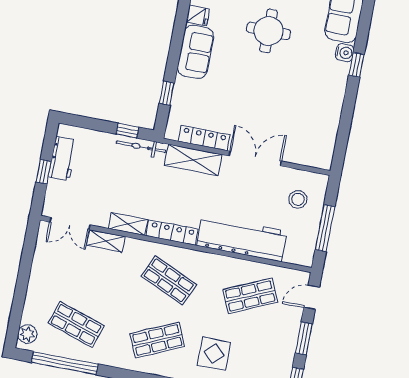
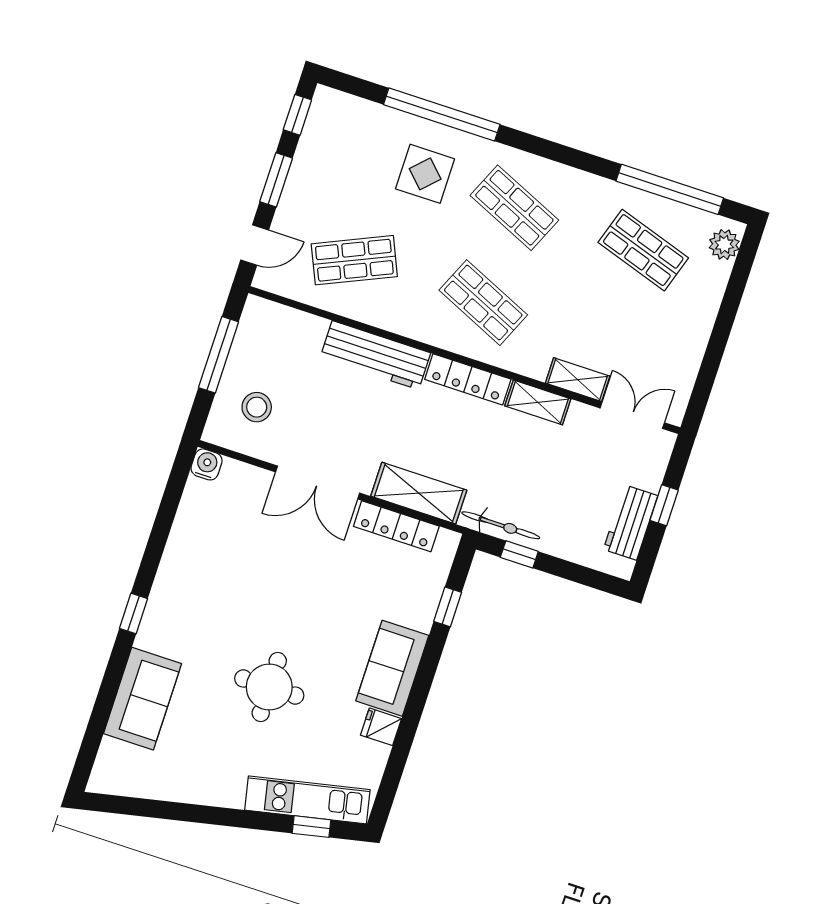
water cooler: (345, 53) -> (207, 464), moved, turned 90
workbench: (242, 238) -> (375, 355), width x0.73, depth x0.76
shop shelf: (157, 340) -> (514, 208), turned 48

